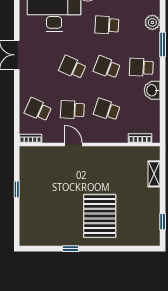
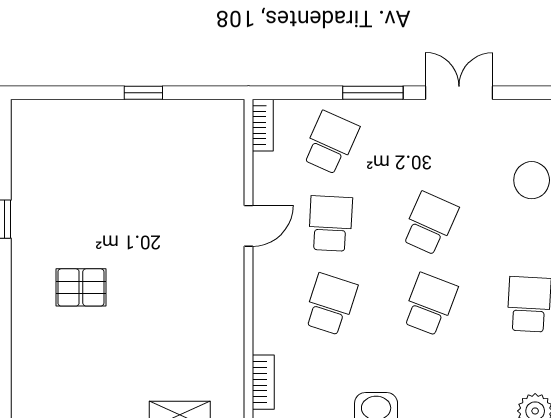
school desk: (141, 67) -> (430, 385), removed
window: (17, 92) -> (373, 93), added
pallet: (100, 216) -> (81, 287), width x0.49, depth x0.50

